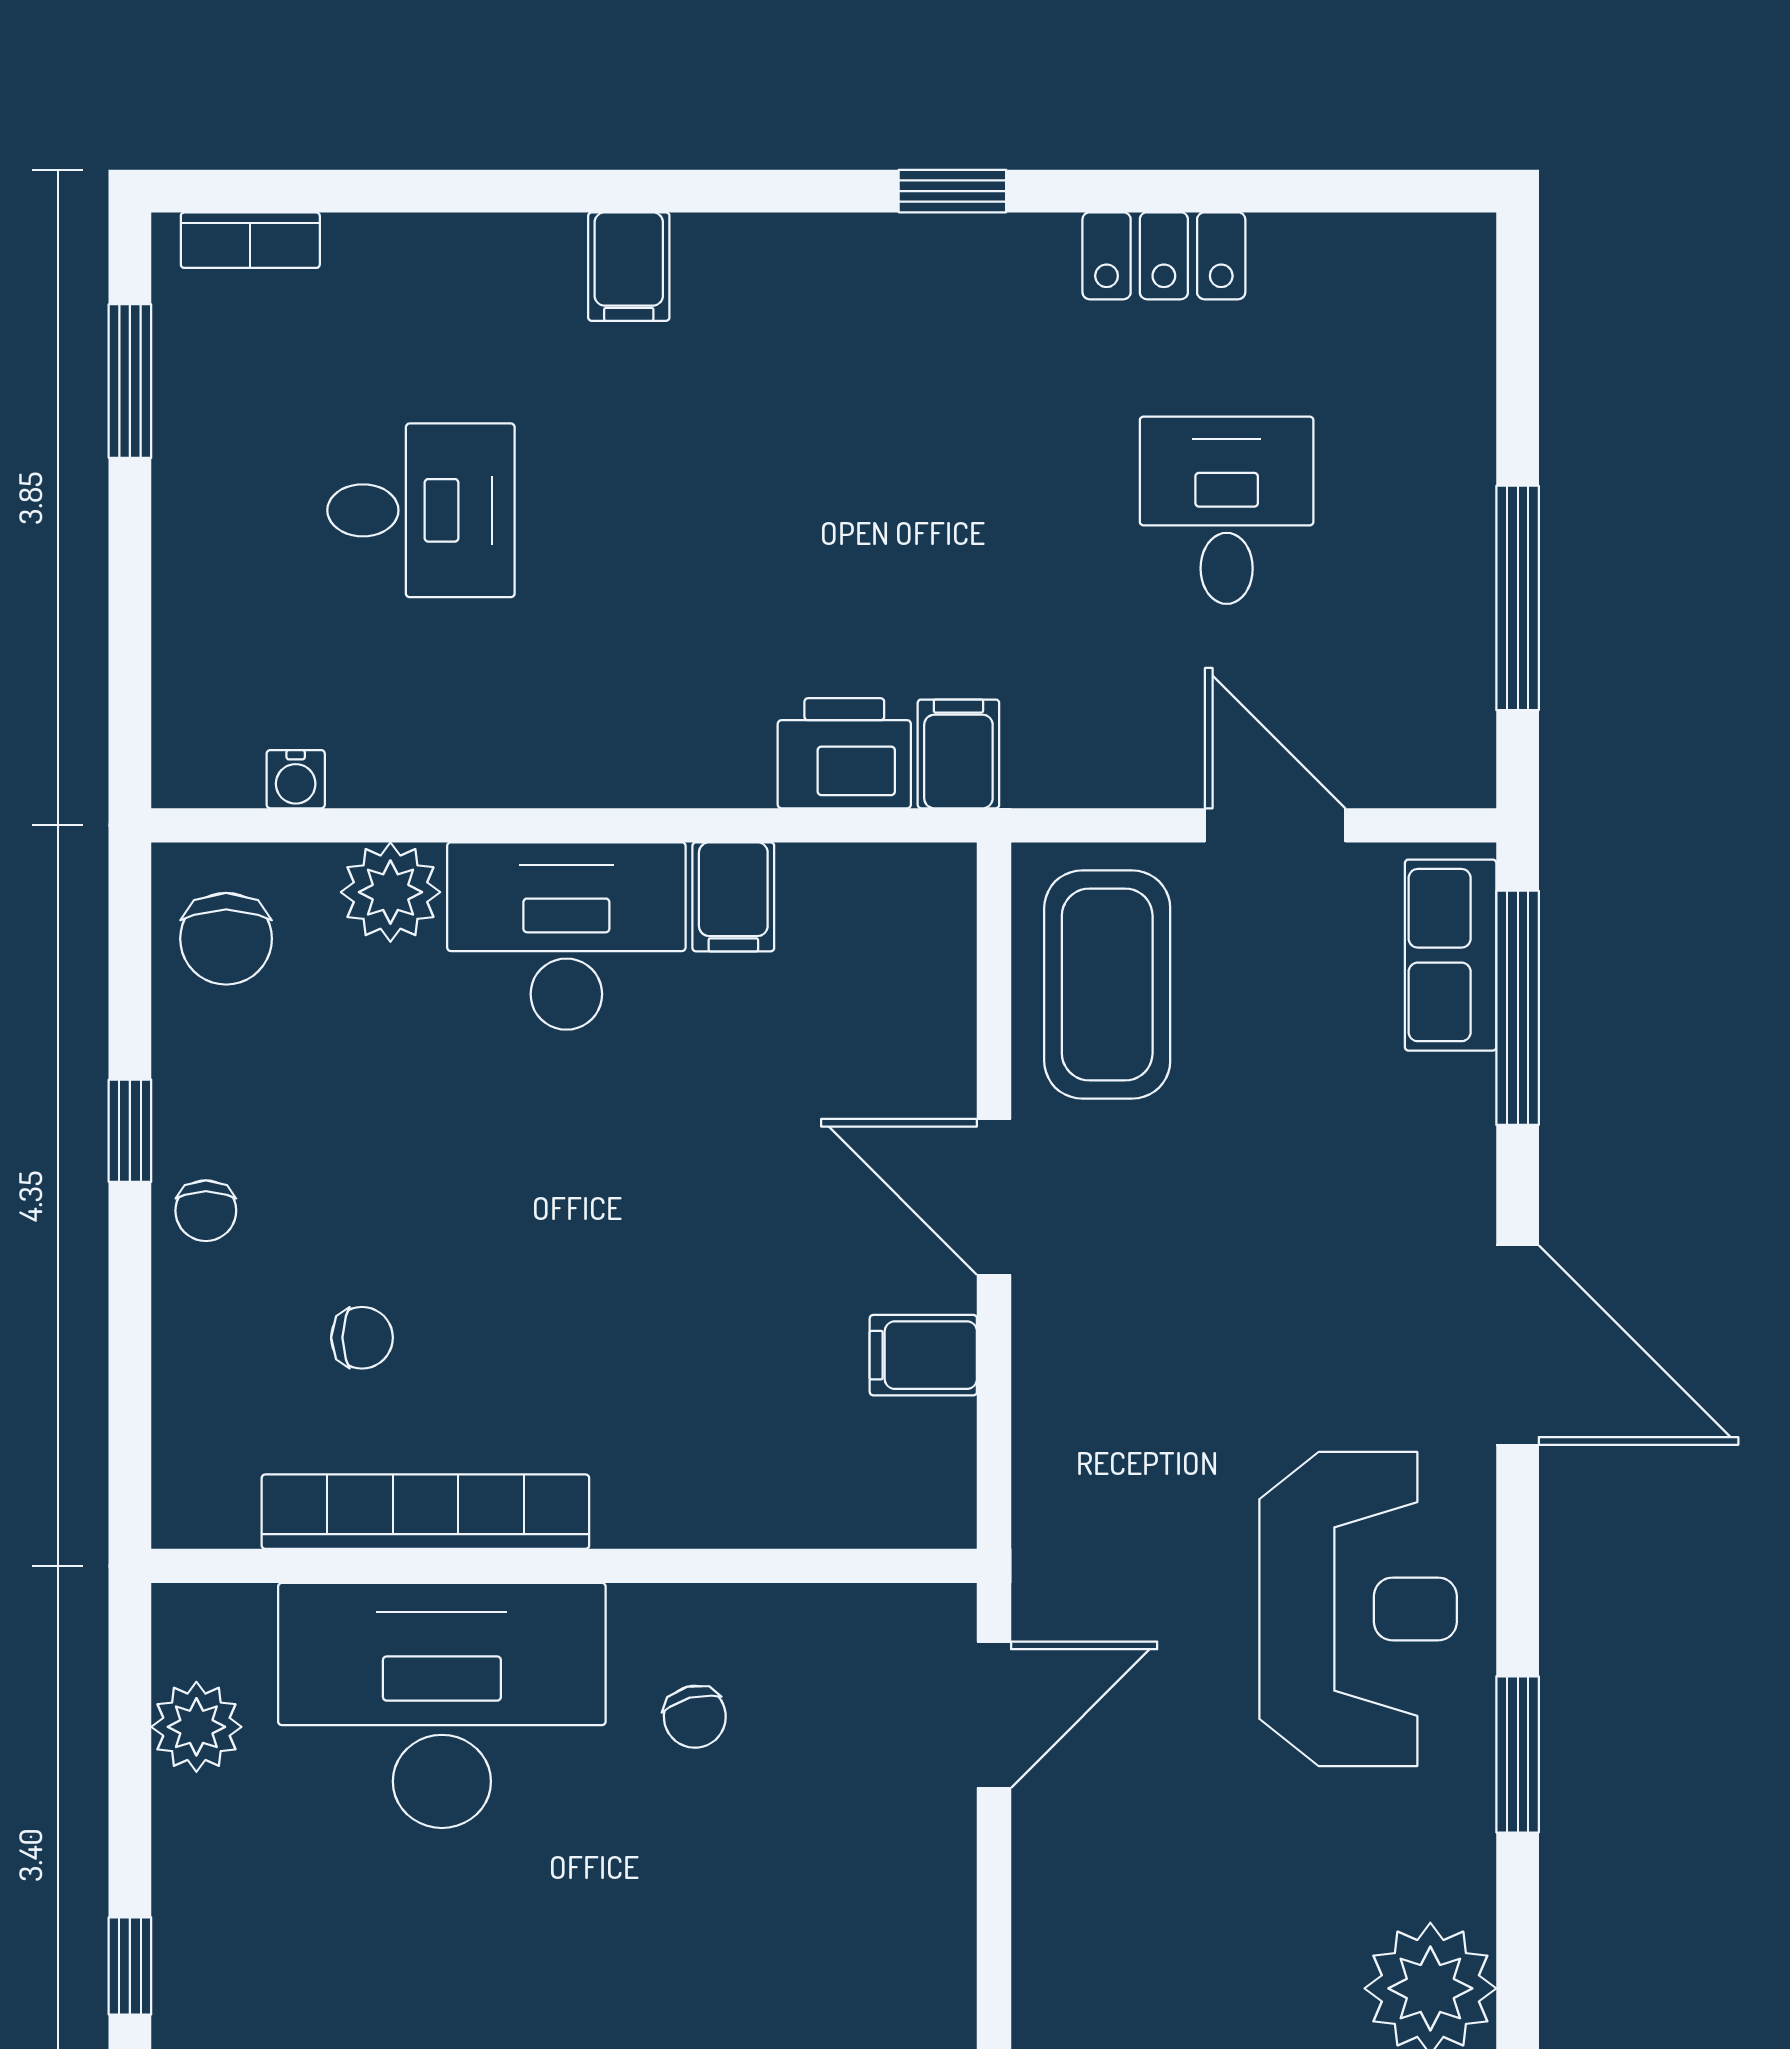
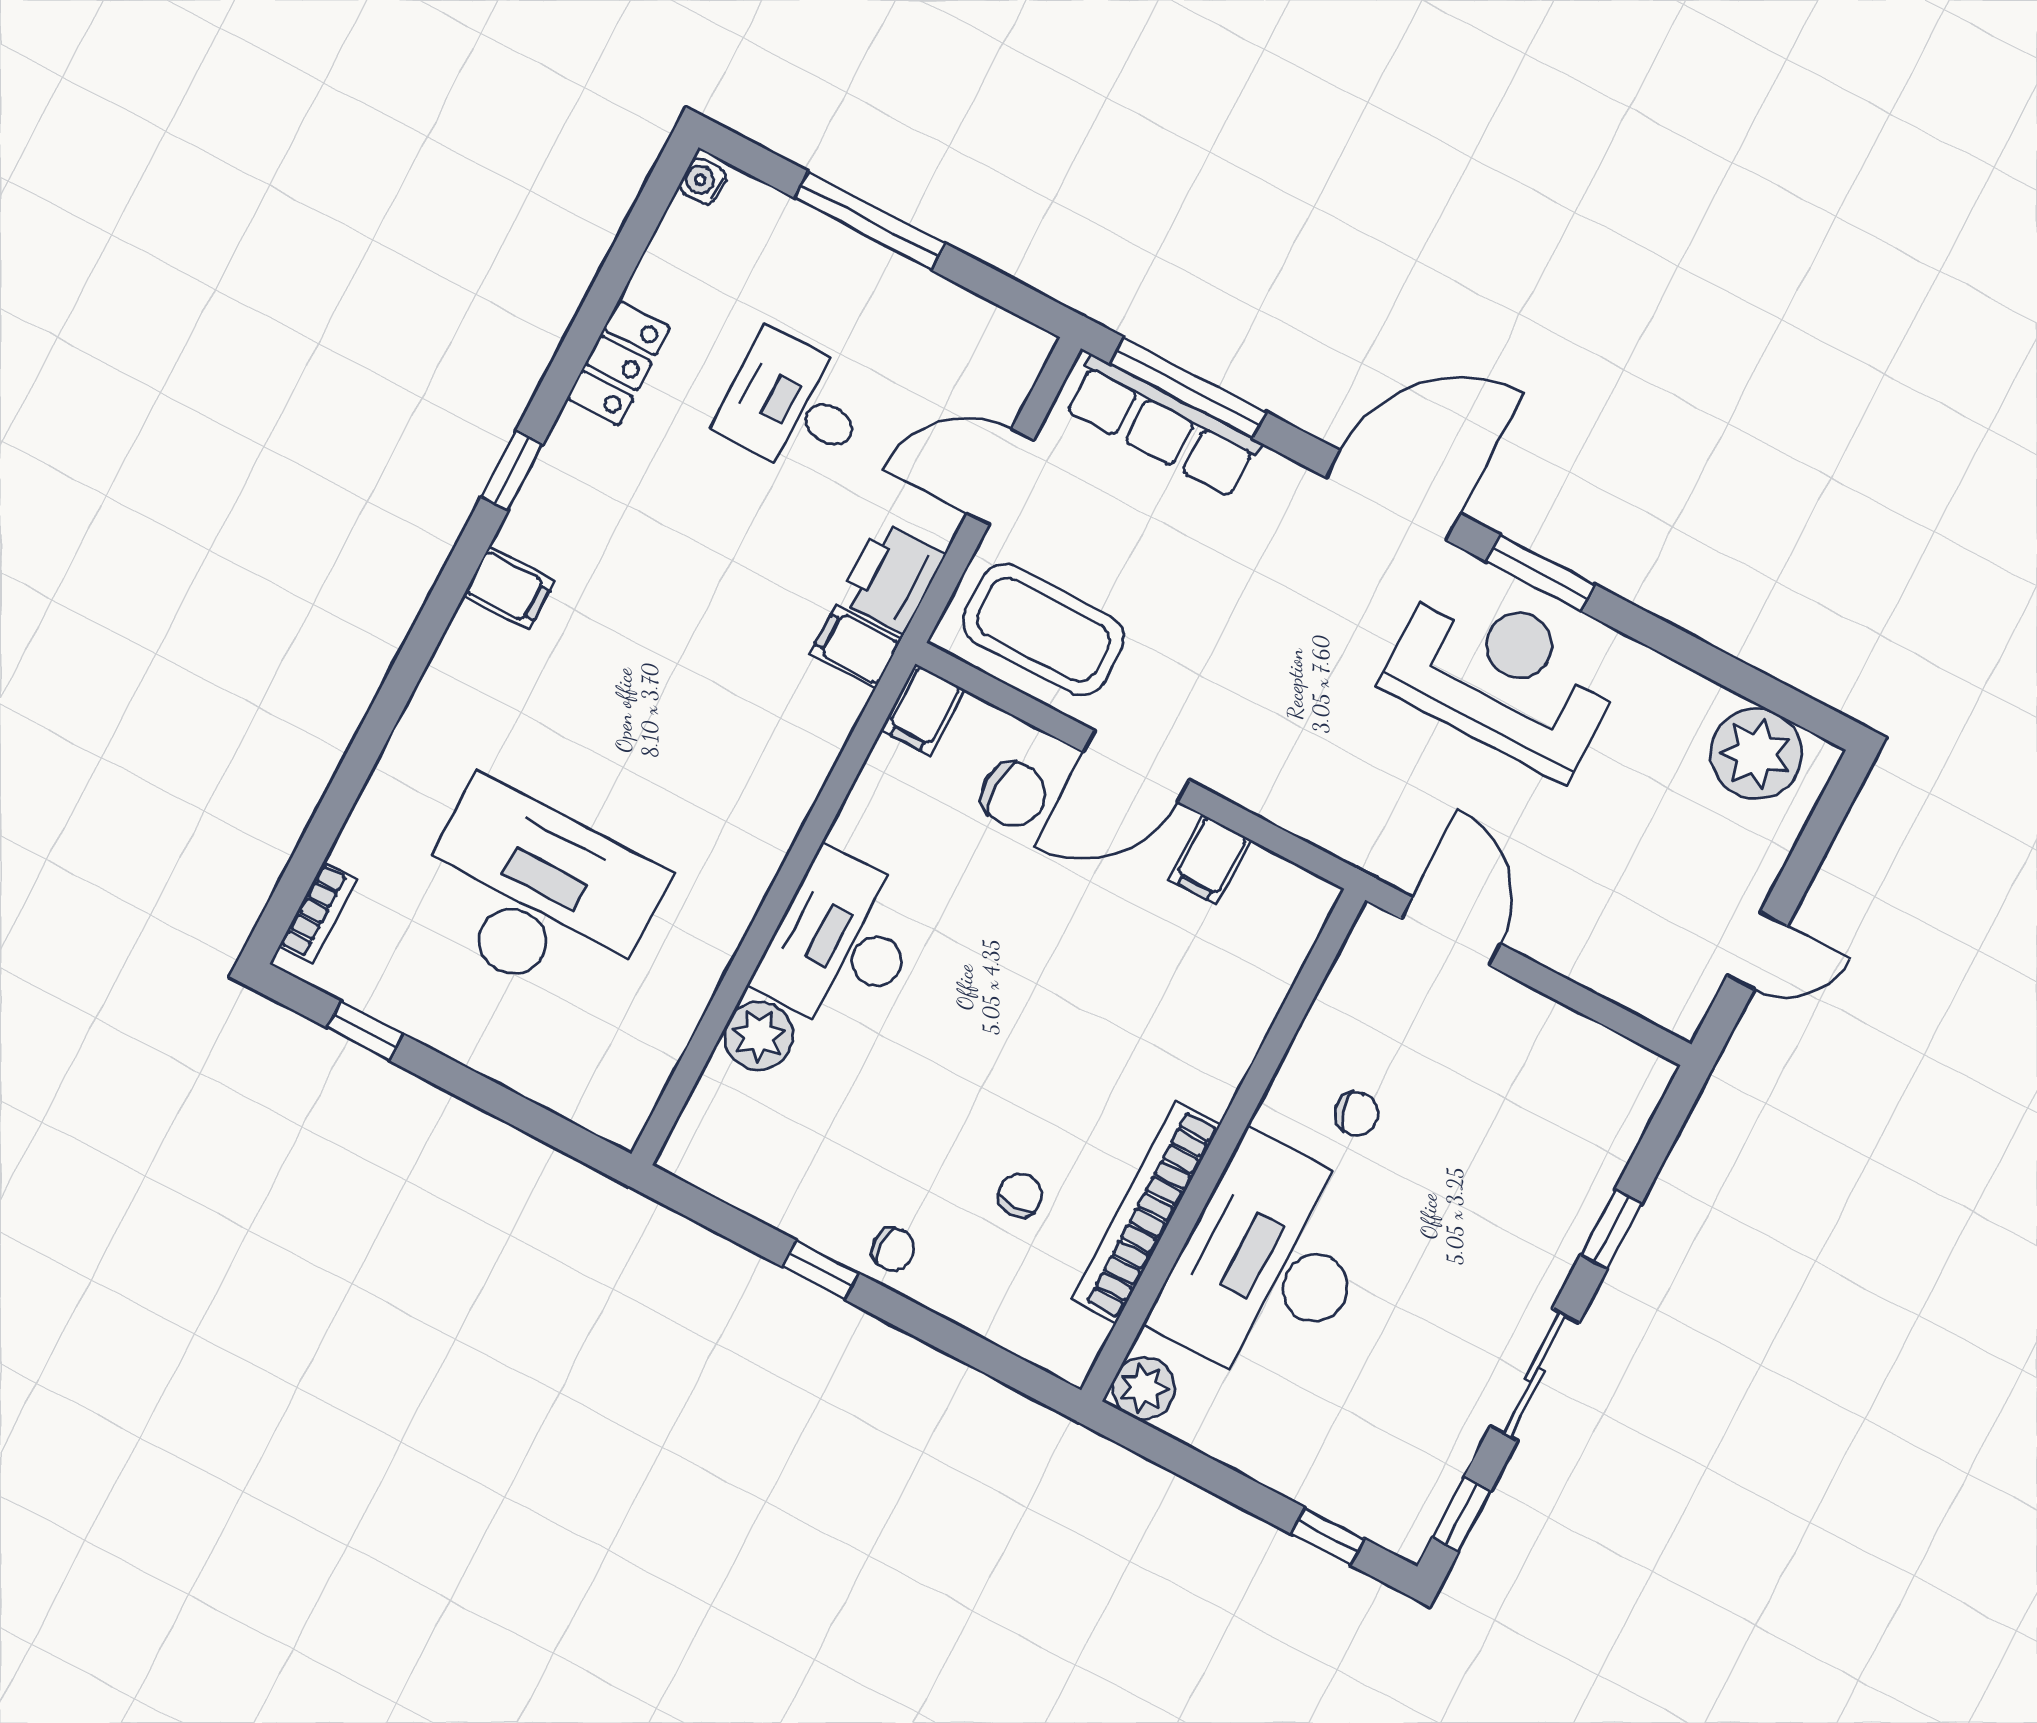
filing cabinet: (629, 267) -> (509, 588), moved
window: (130, 381) -> (365, 1031), width x0.67
desk: (421, 510) -> (536, 895), width x1.87, depth x1.30
window: (1518, 598) -> (870, 221), moved
printer: (844, 753) -> (892, 577), moved
water cooler: (296, 779) -> (703, 181), moved, turned 180
filing cabinet: (733, 897) -> (923, 710), moved, turned 90
chair: (226, 939) -> (1014, 794), moved
row of seats: (1451, 955) -> (1163, 426), width x1.48
plant: (196, 1727) -> (1144, 1388), moved
window: (1518, 1754) -> (1541, 573), moved

